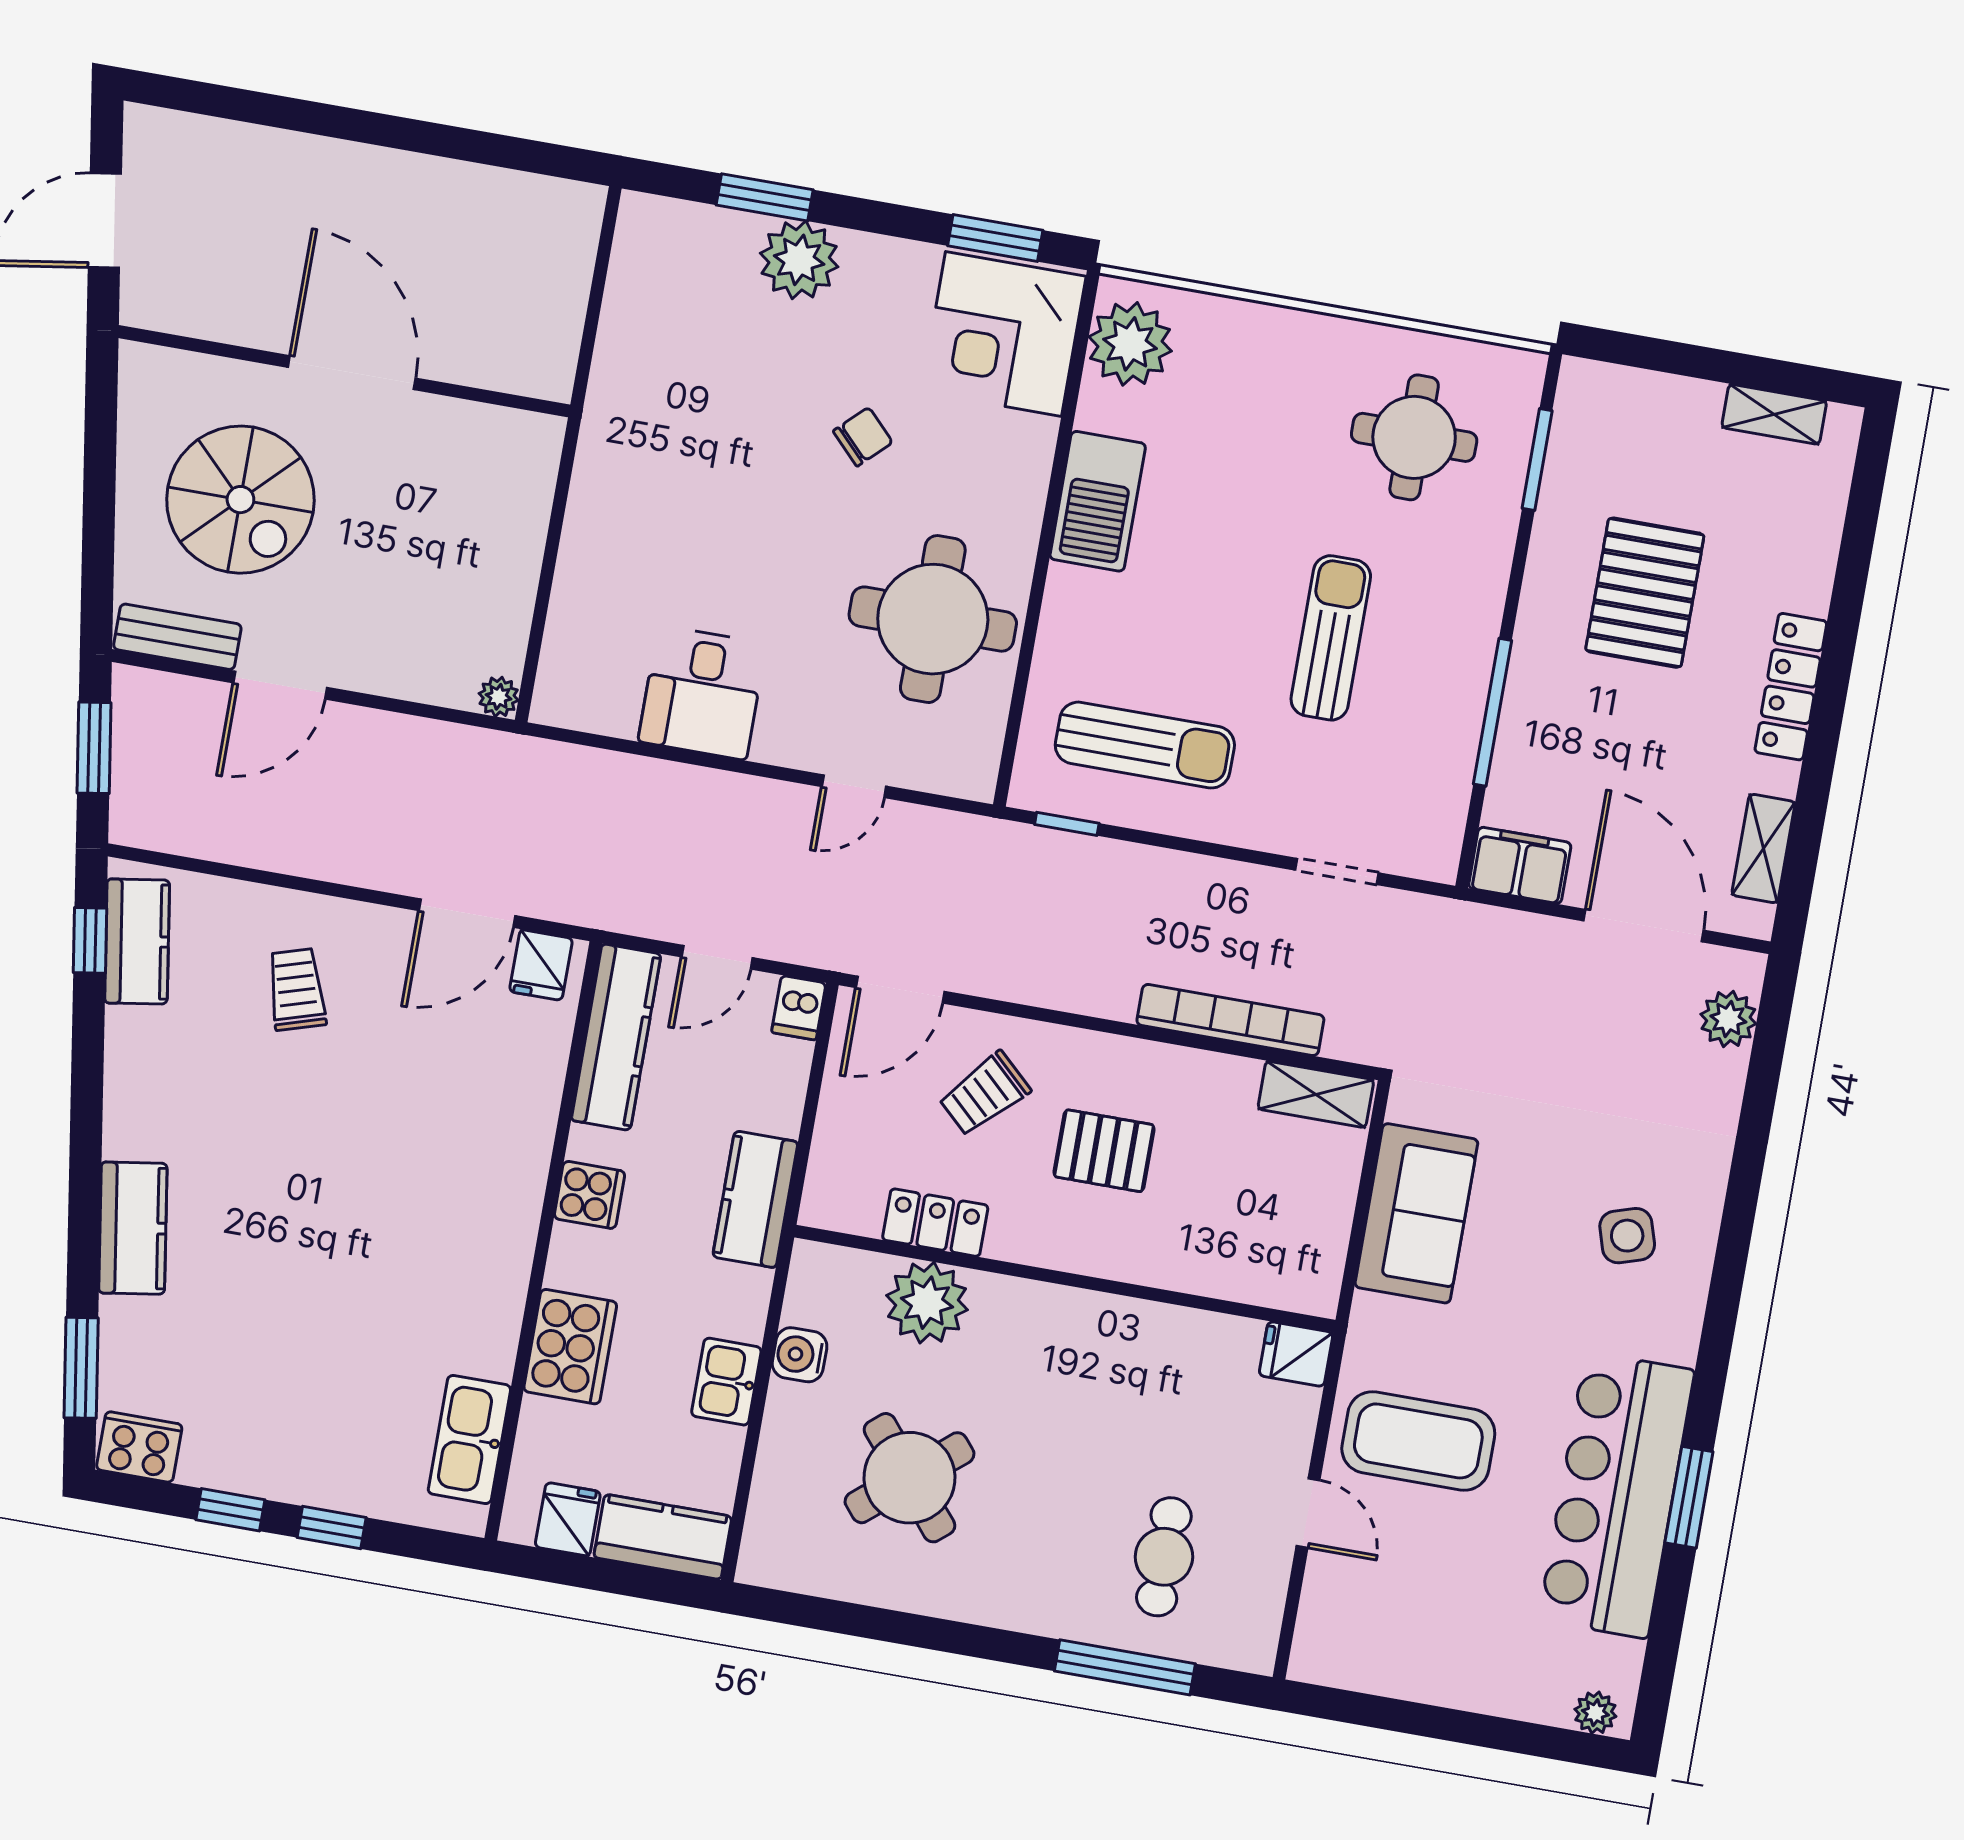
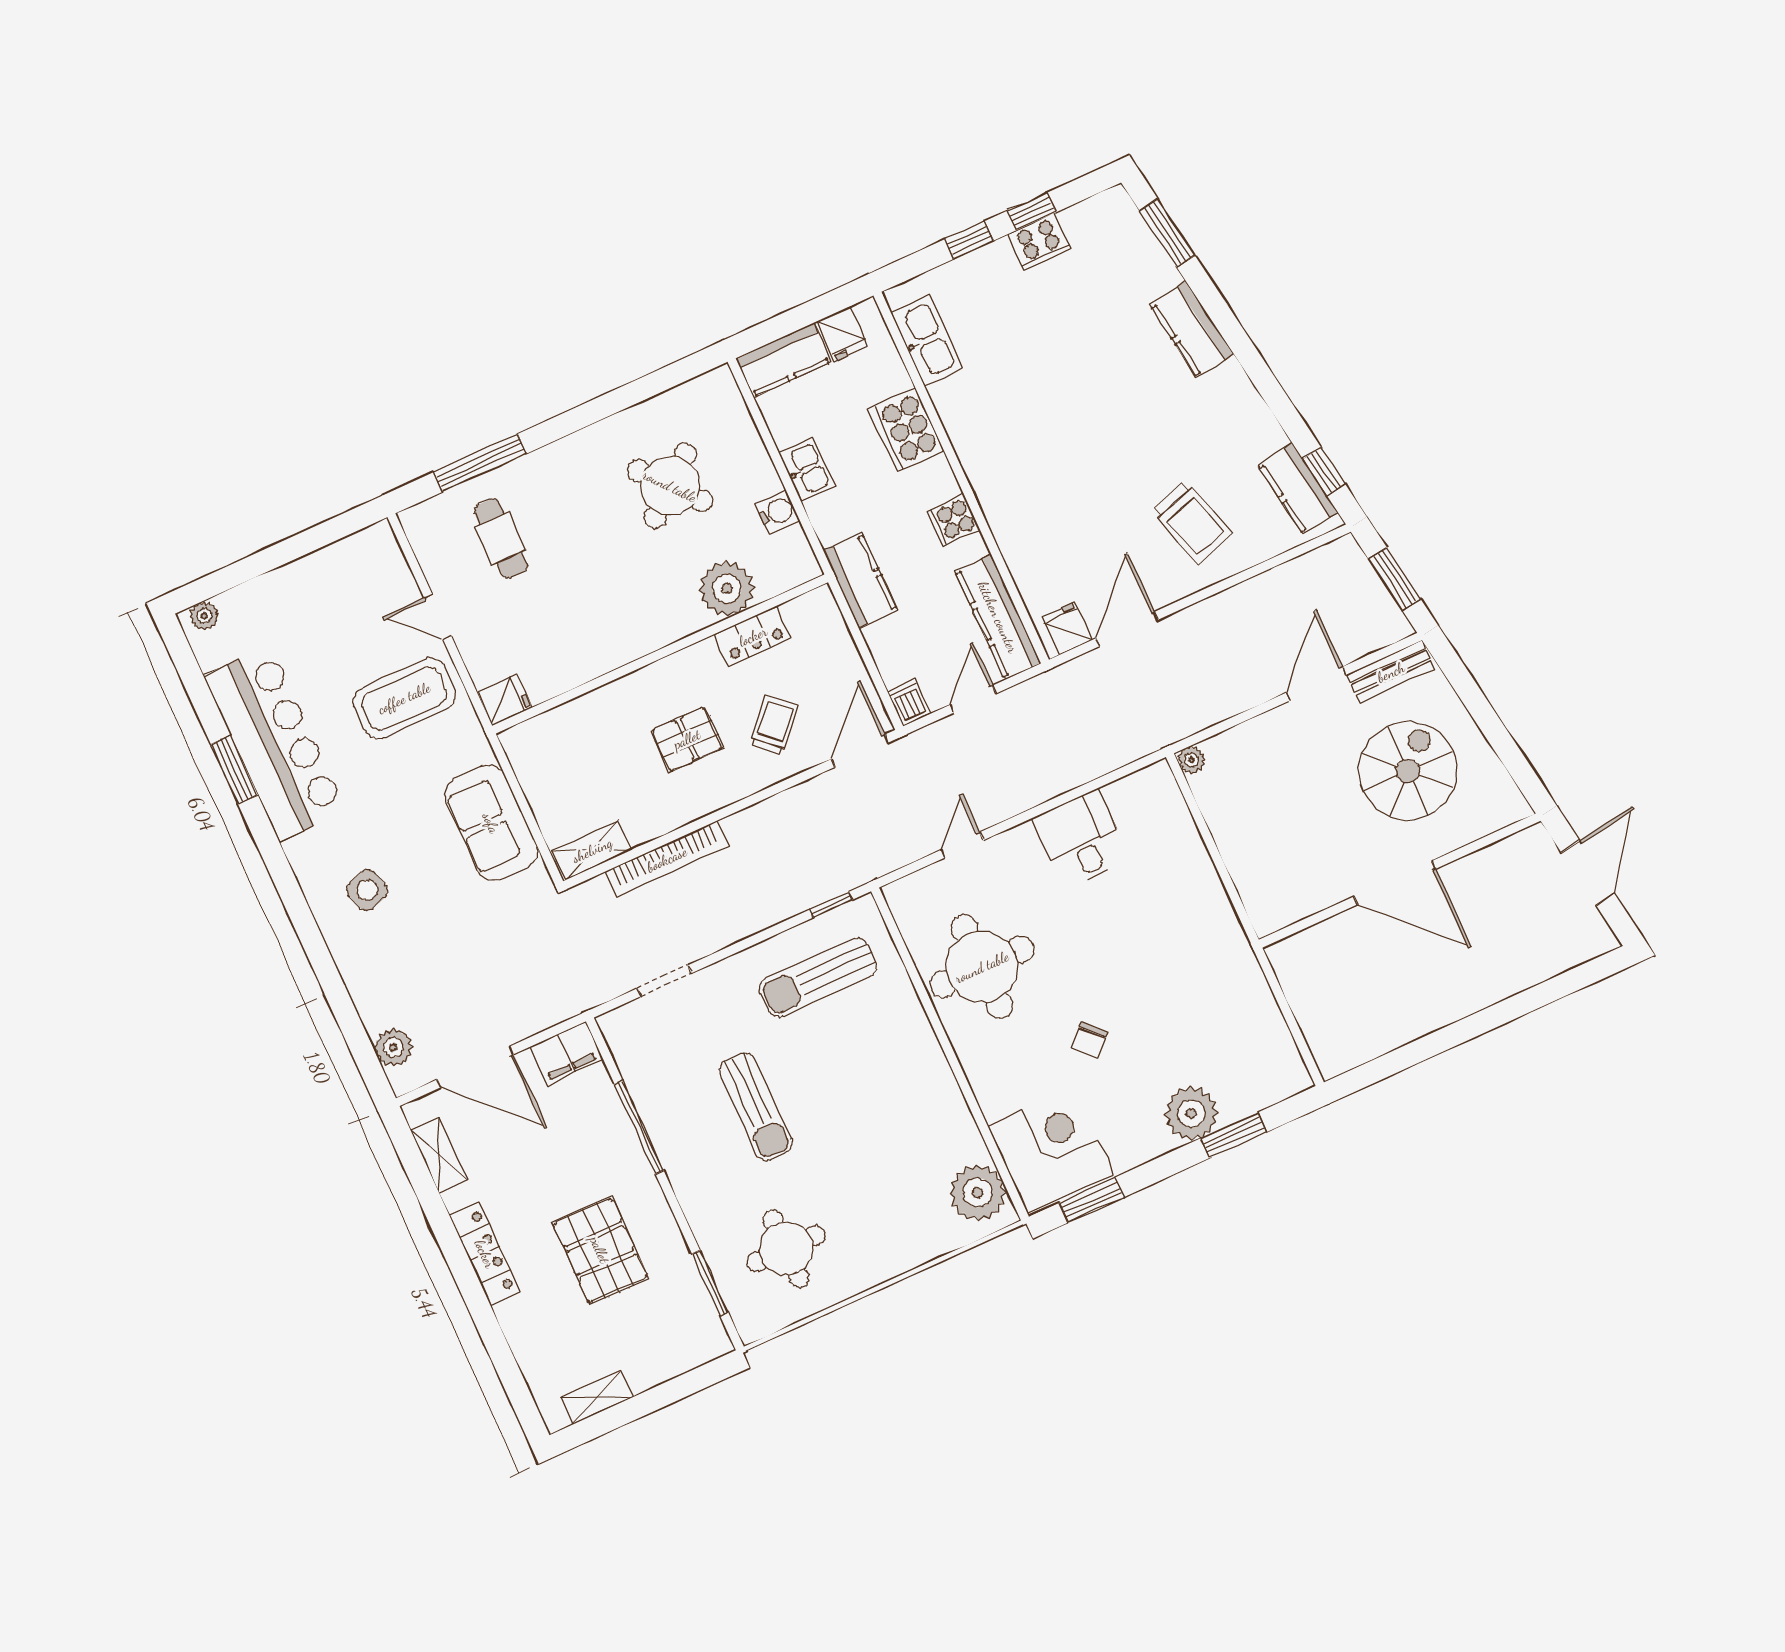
spiral stairs: (240, 500) -> (1408, 771), turned 90
barbecue: (1098, 501) -> (936, 1094), removed
trolley: (297, 989) -> (1192, 523), width x1.36, depth x1.39
cooker: (139, 1447) -> (1039, 242), moved

